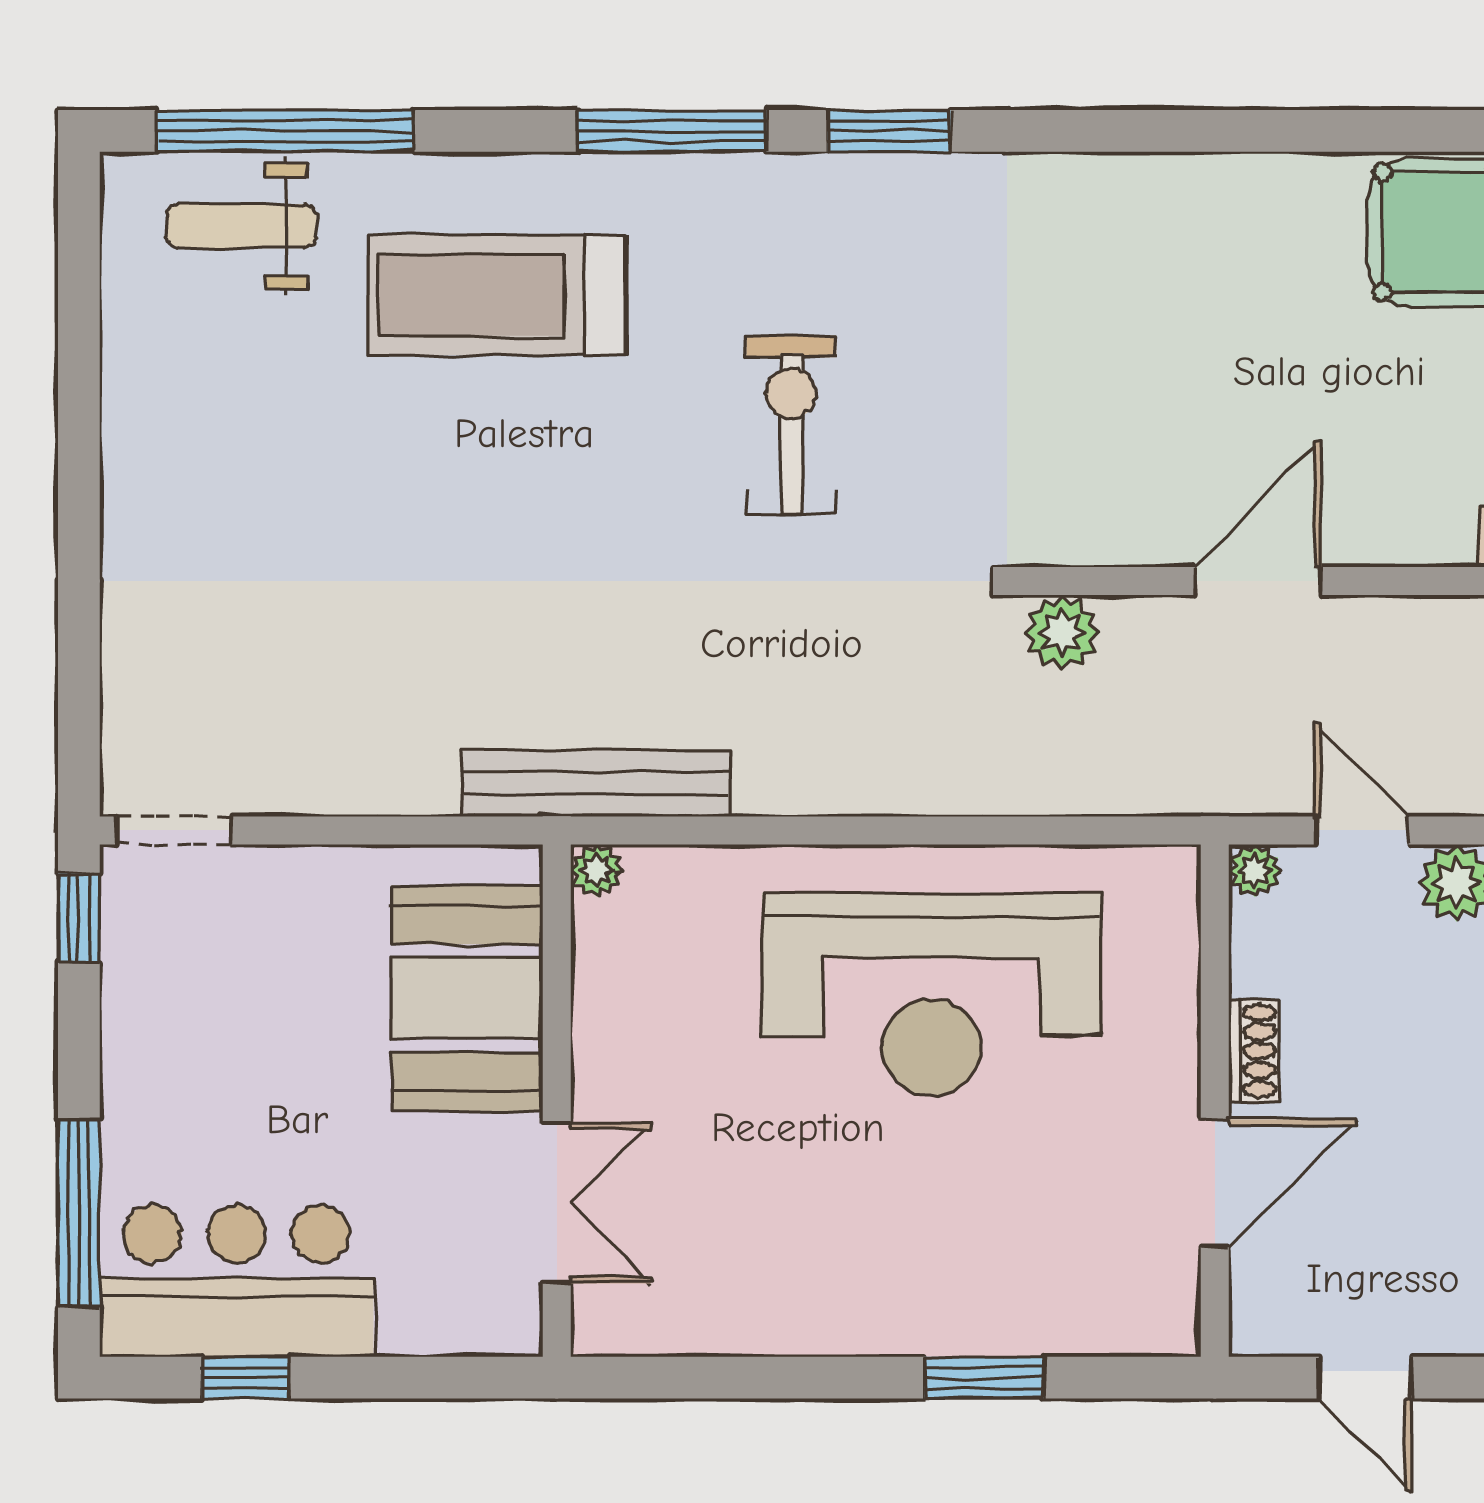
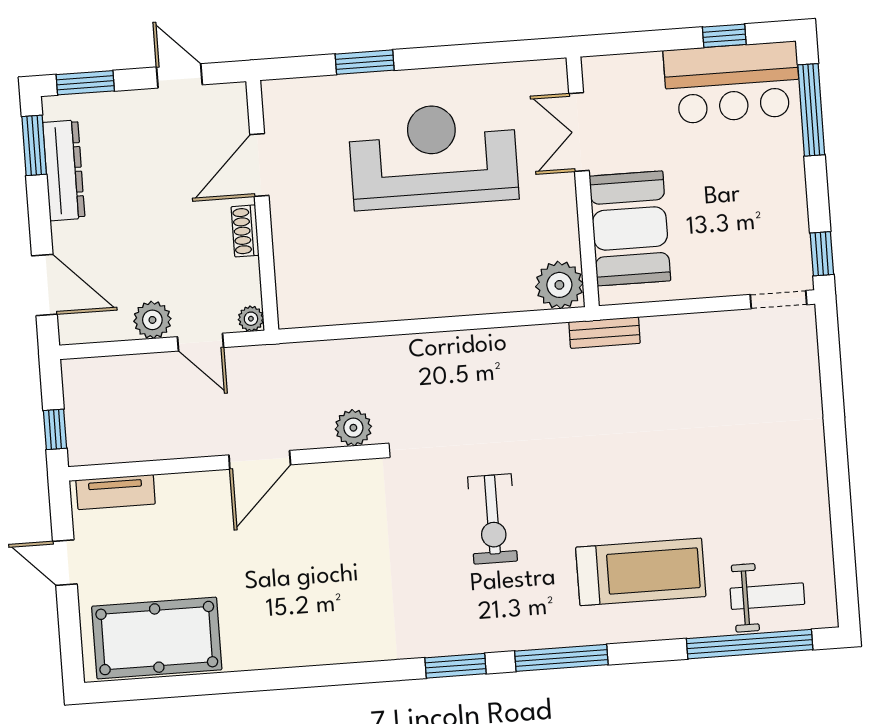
bench: (597, 783) -> (604, 333), width x0.54, depth x0.82
plant: (597, 870) -> (559, 285), width x1.88, depth x1.88
reception desk: (932, 995) -> (433, 156), moved

